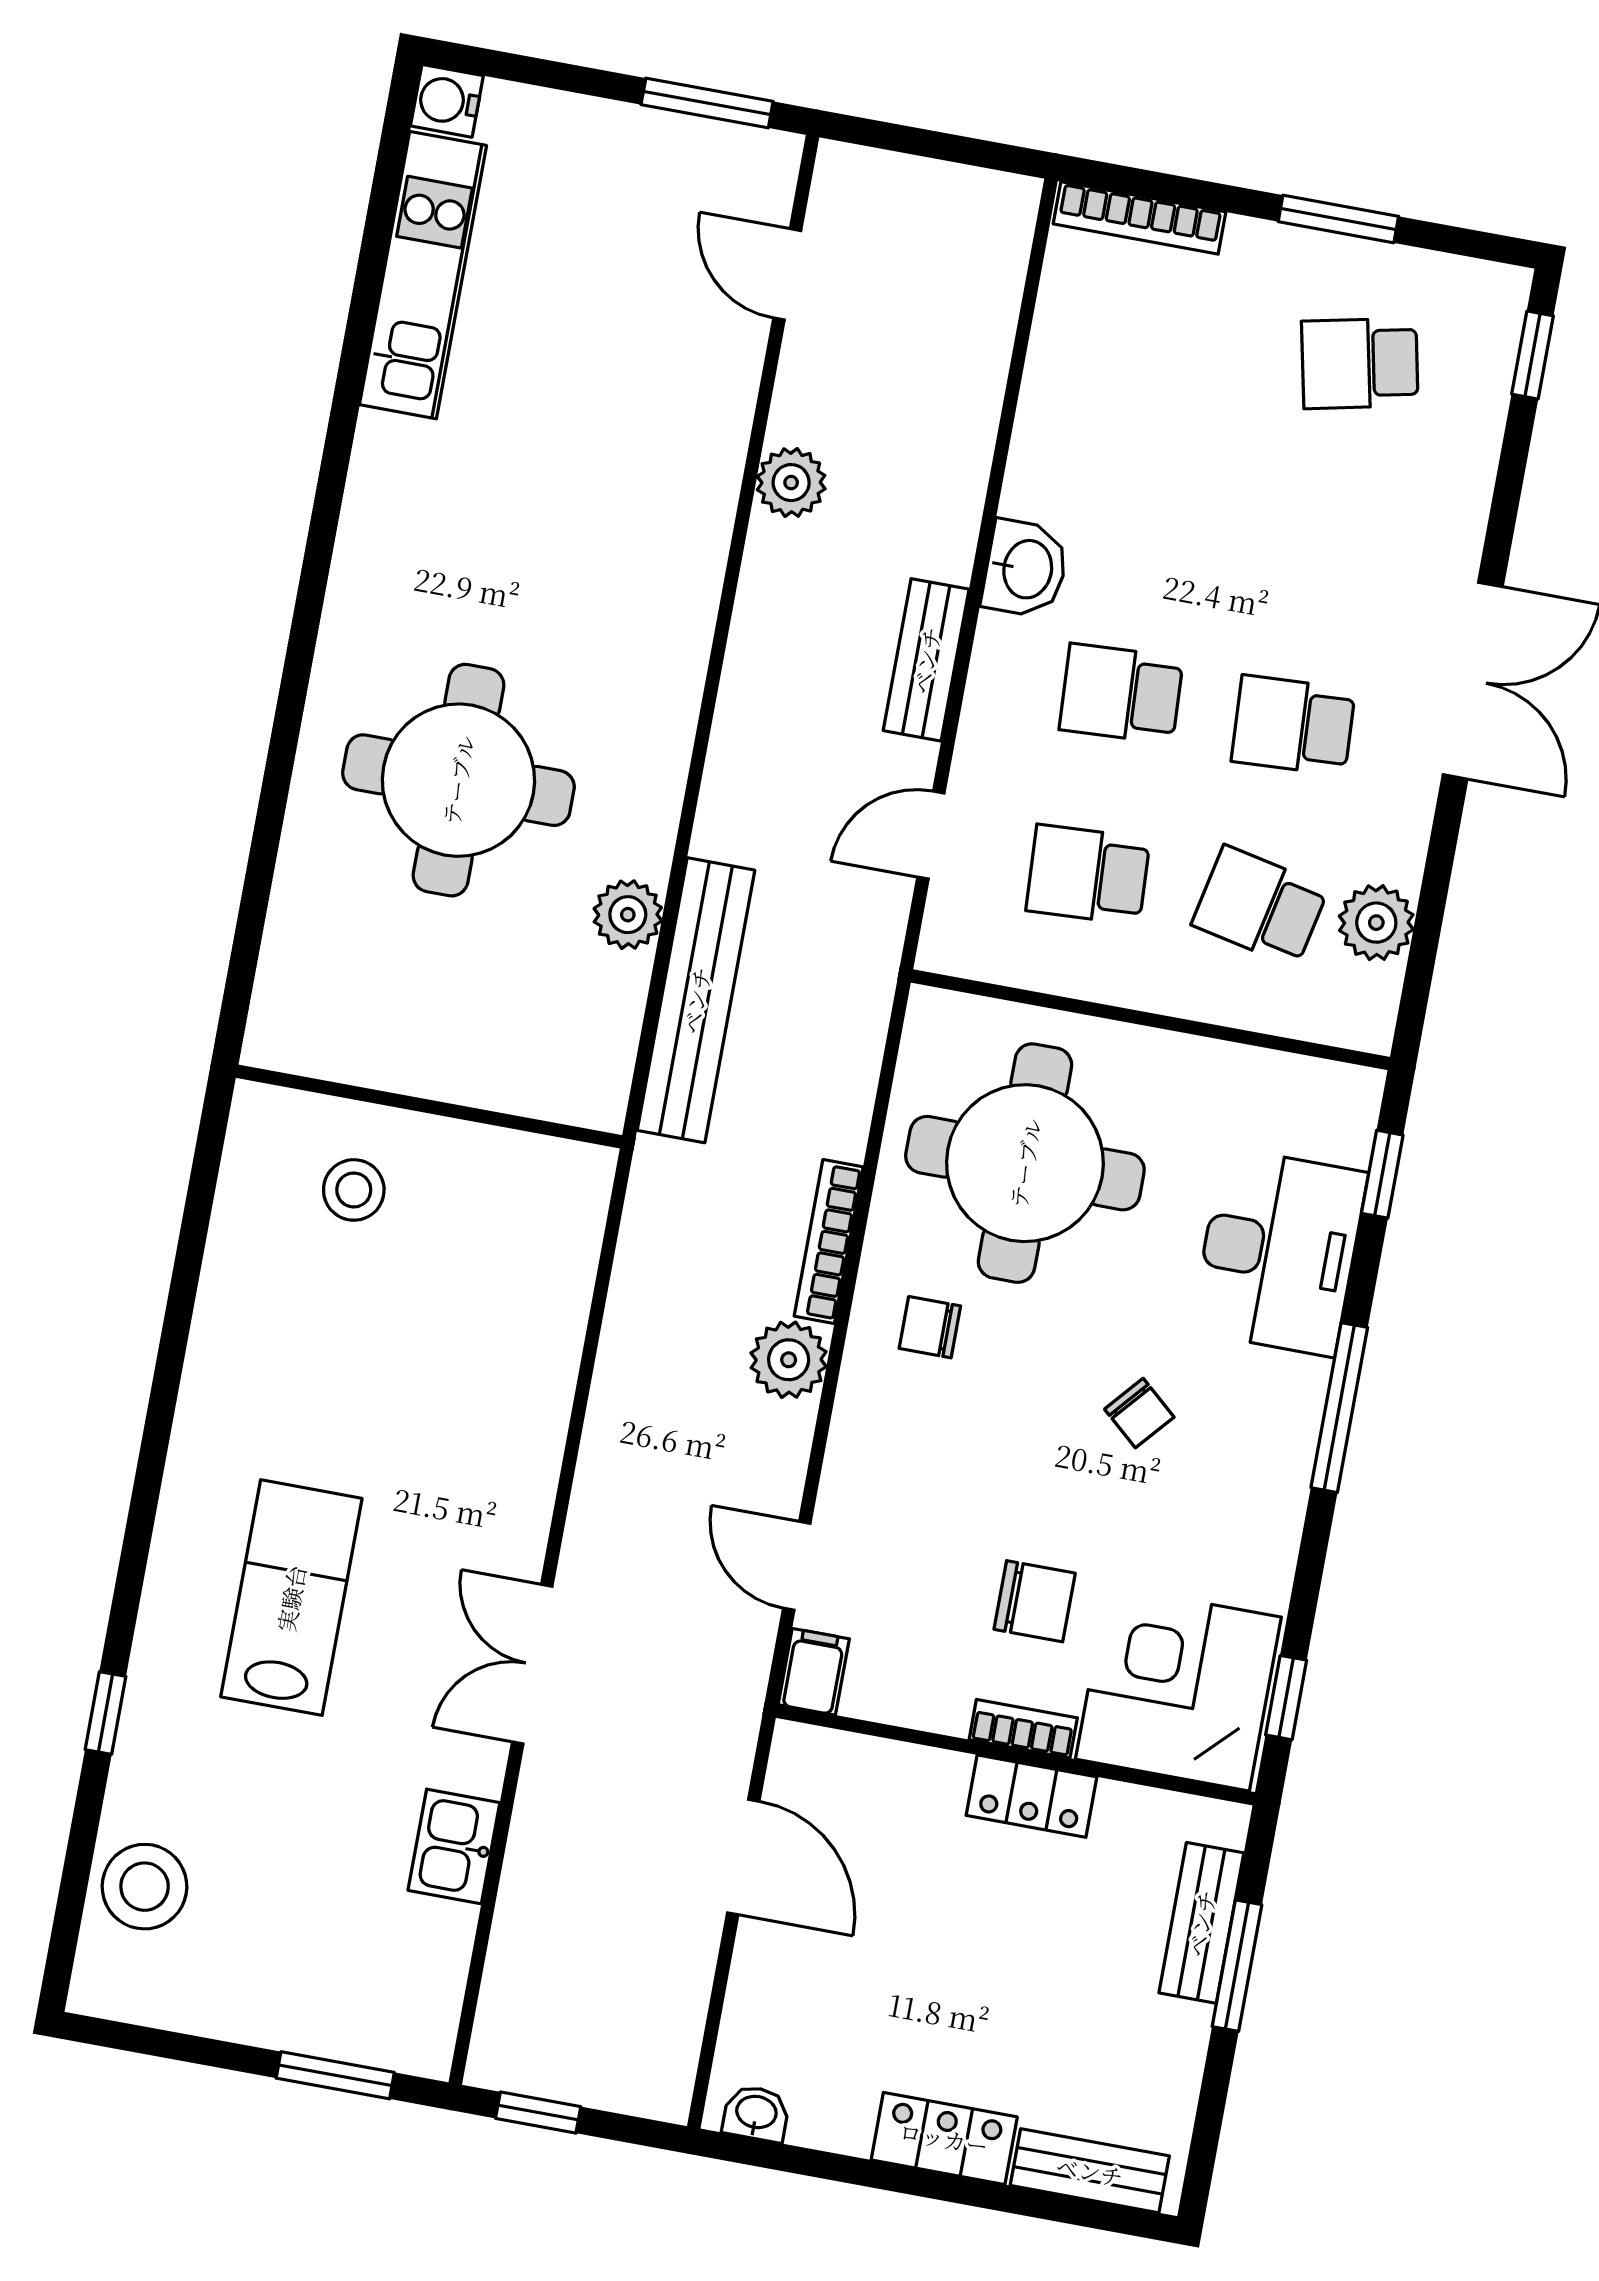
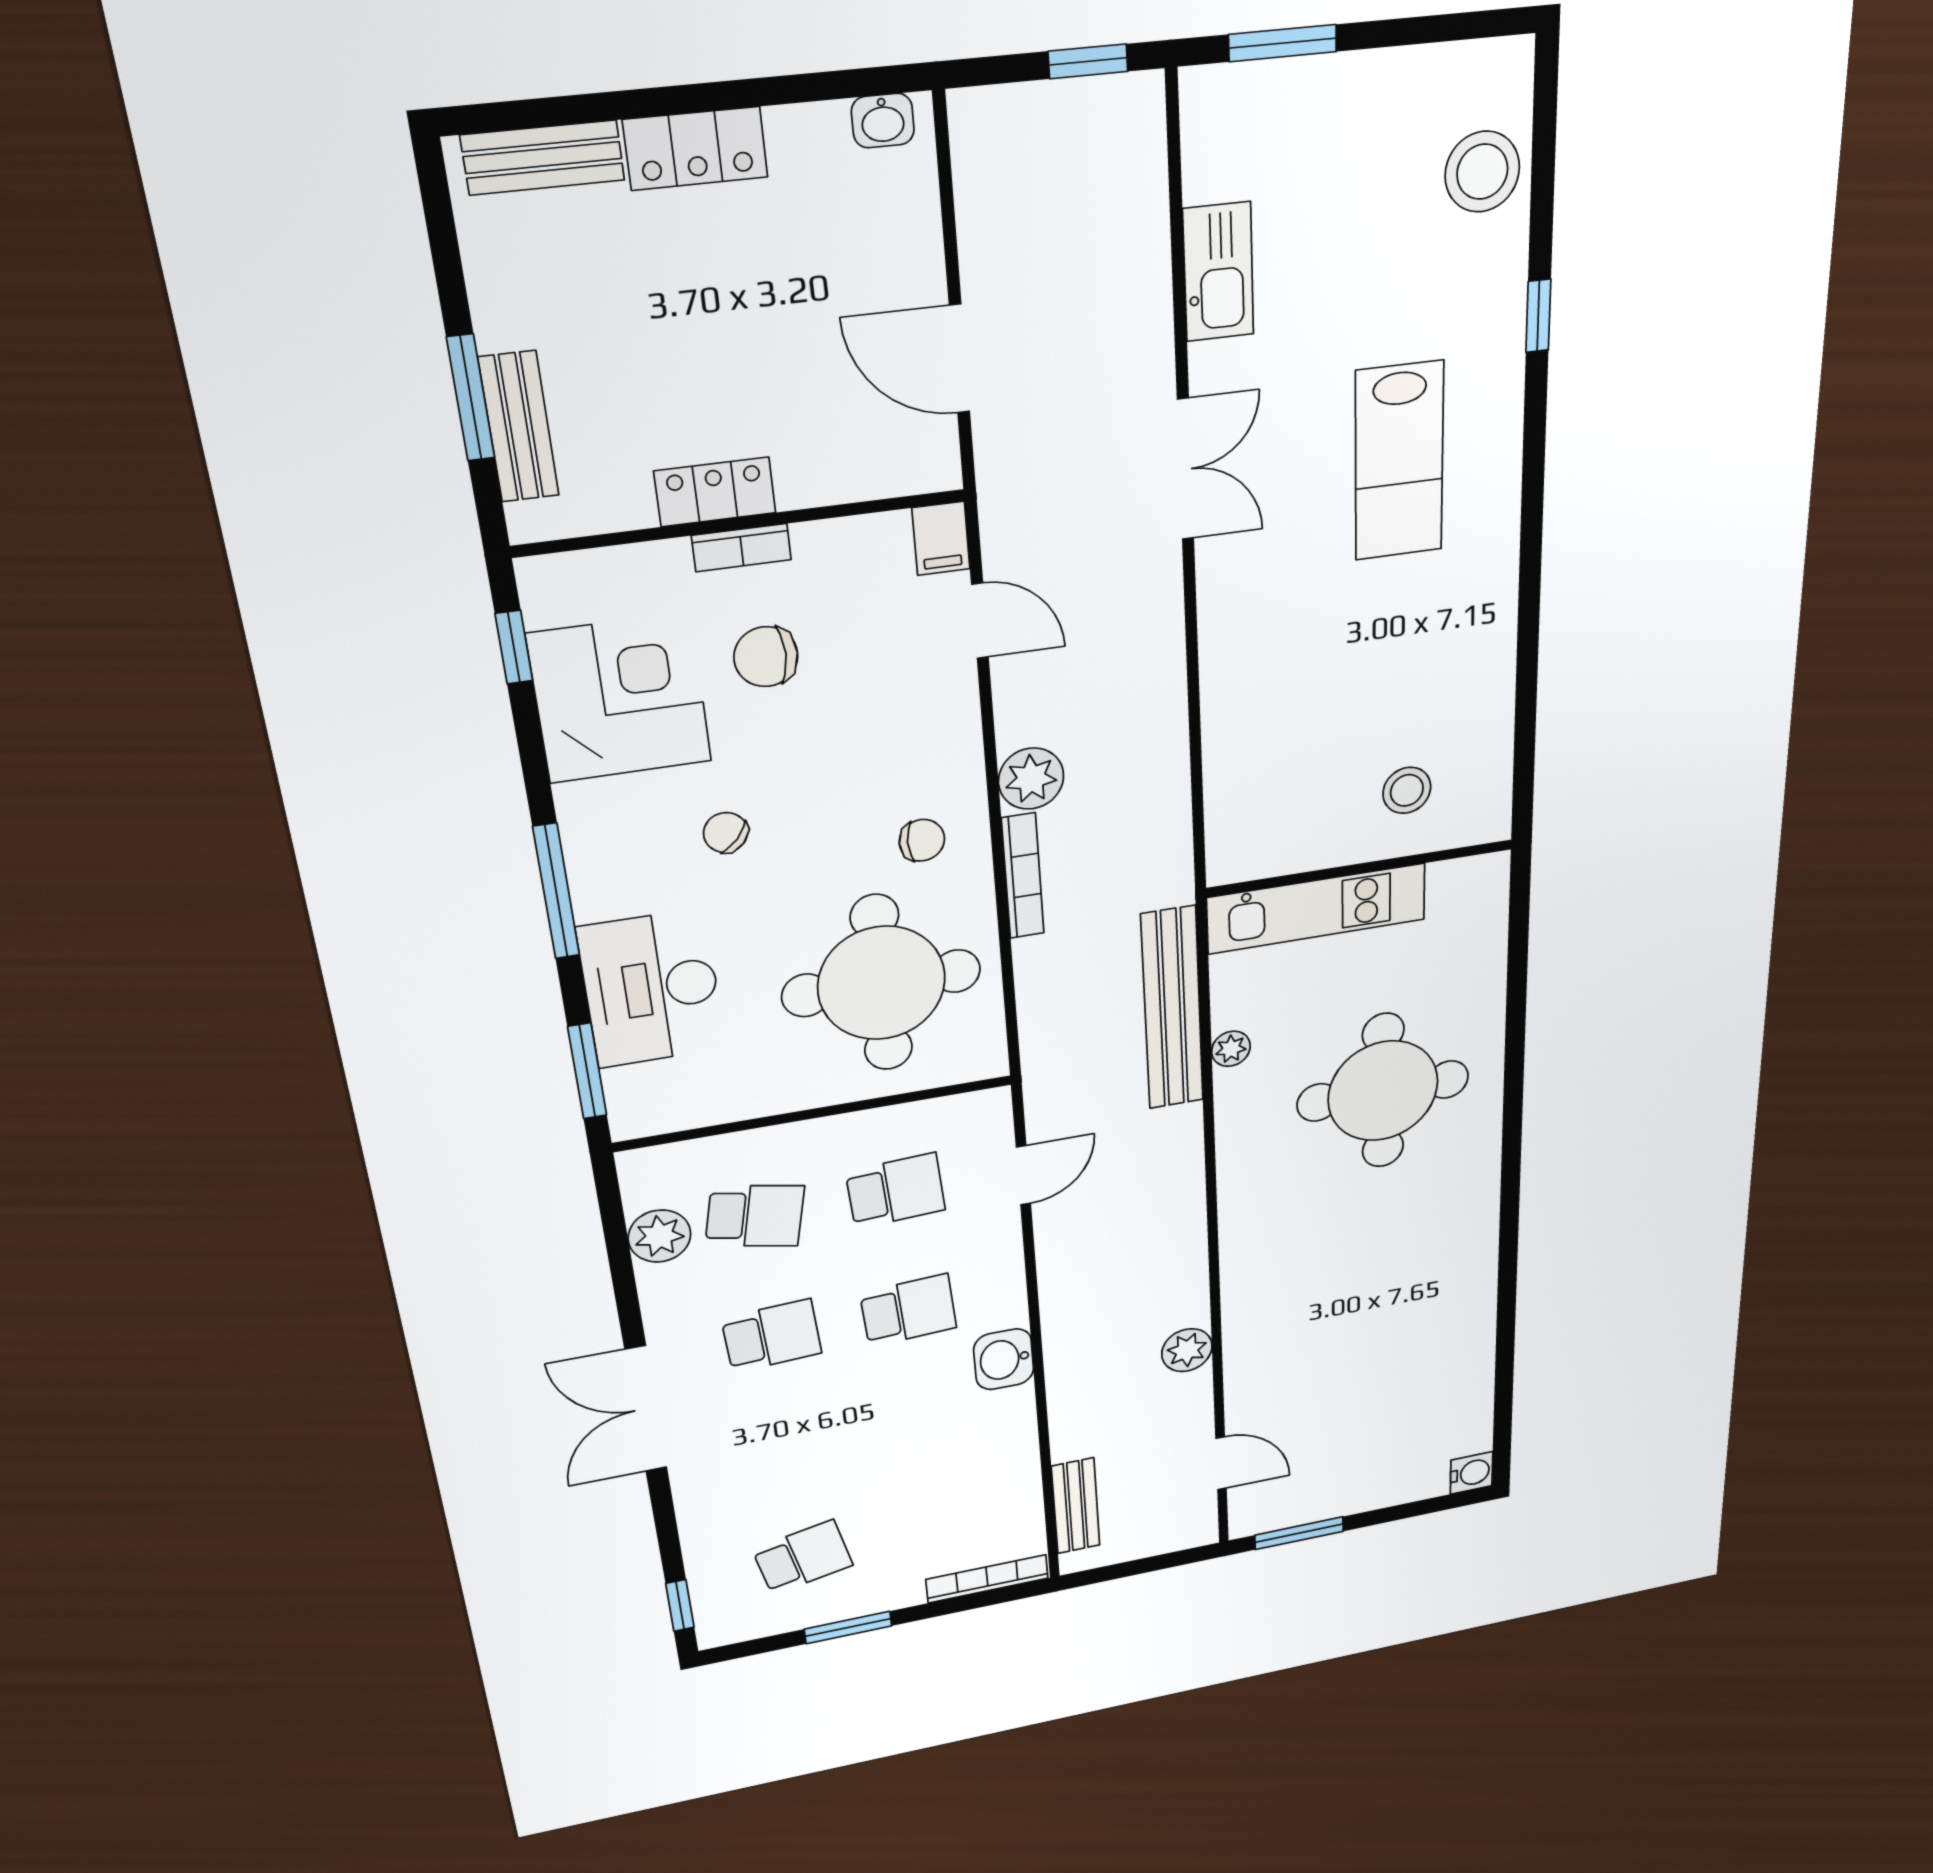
kitchen unit: (423, 275) -> (1317, 909), moved, turned -90
bench: (926, 660) -> (1076, 1506), moved
plant: (628, 915) -> (1231, 1049), width x0.73, depth x0.73
window: (1382, 1174) -> (587, 1071), width x1.50
corner desk: (1178, 1688) -> (620, 698), moved, turned -90
kitchen sink: (454, 1846) -> (1218, 272), width x1.38

